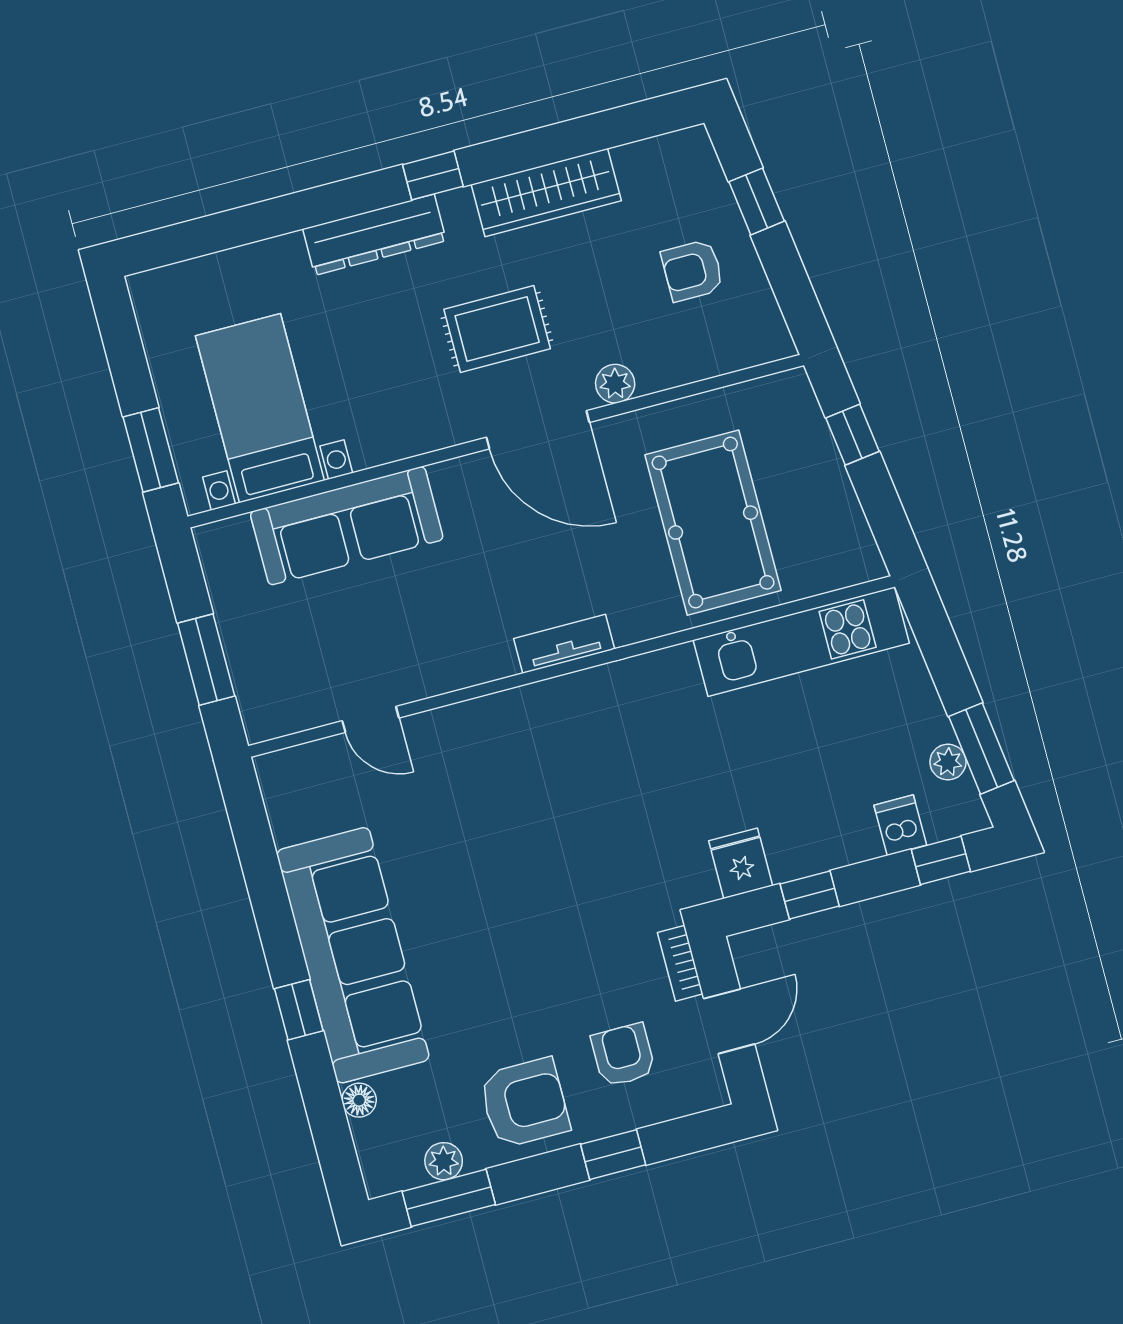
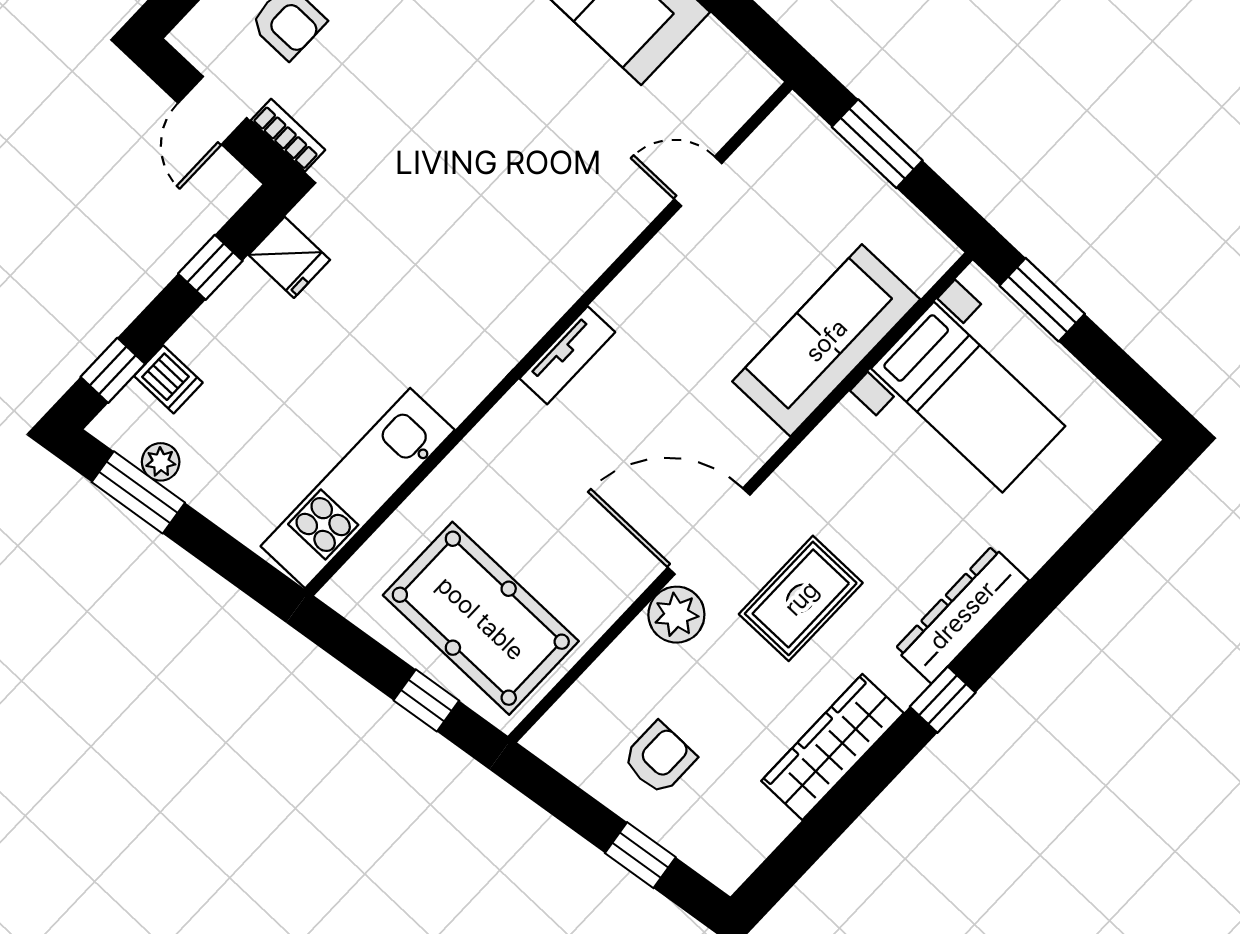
plant: (615, 384) -> (676, 615), width x1.38, depth x1.38
pool table: (713, 523) -> (481, 618), moved

